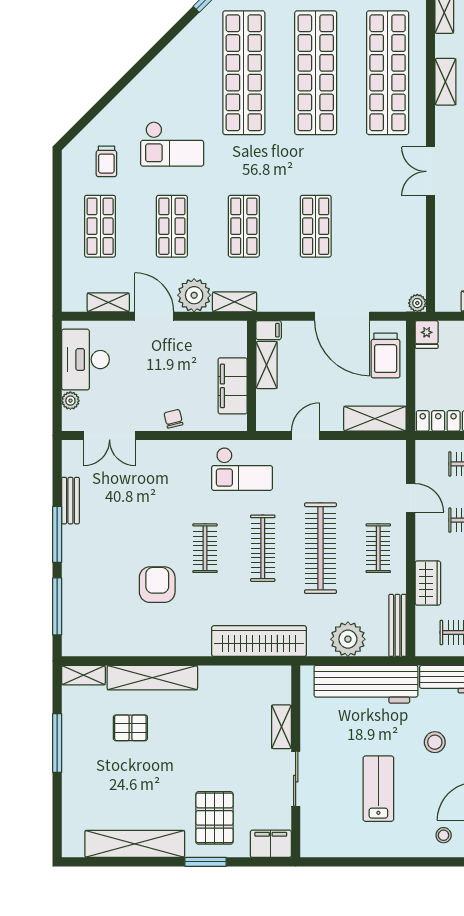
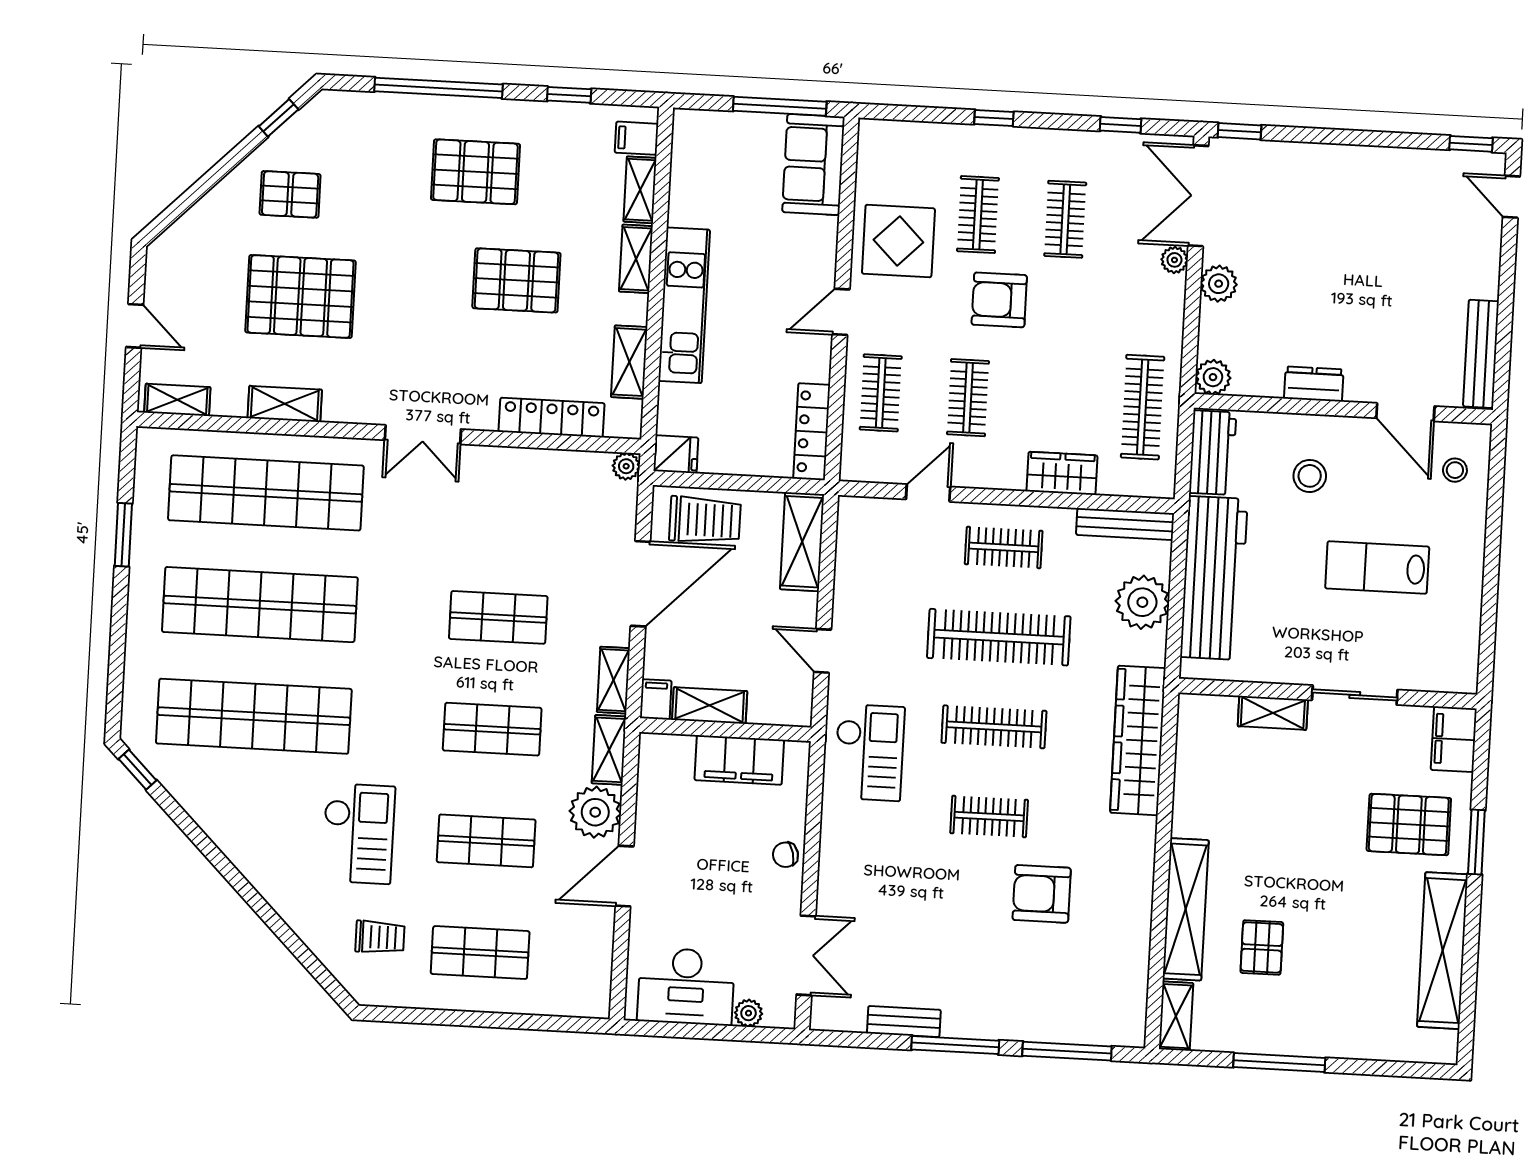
locker: (446, 253) -> (552, 417), added
shelving: (108, 302) -> (613, 680), moved

